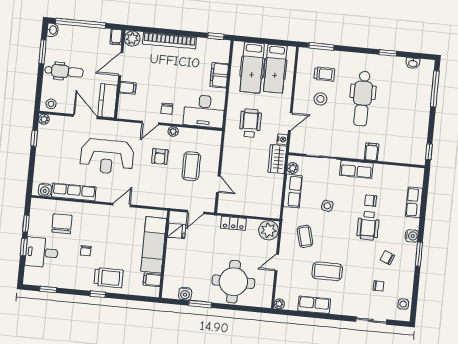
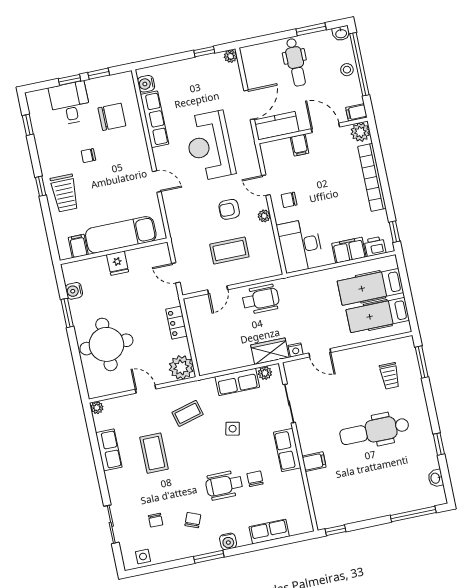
printer: (223, 55) -> (375, 246), added
stool: (320, 99) -> (358, 381), removed
stool: (51, 104) -> (347, 70), moved
wheelchair: (250, 123) -> (261, 299), moved
fridge: (177, 231) -> (118, 263), moved

